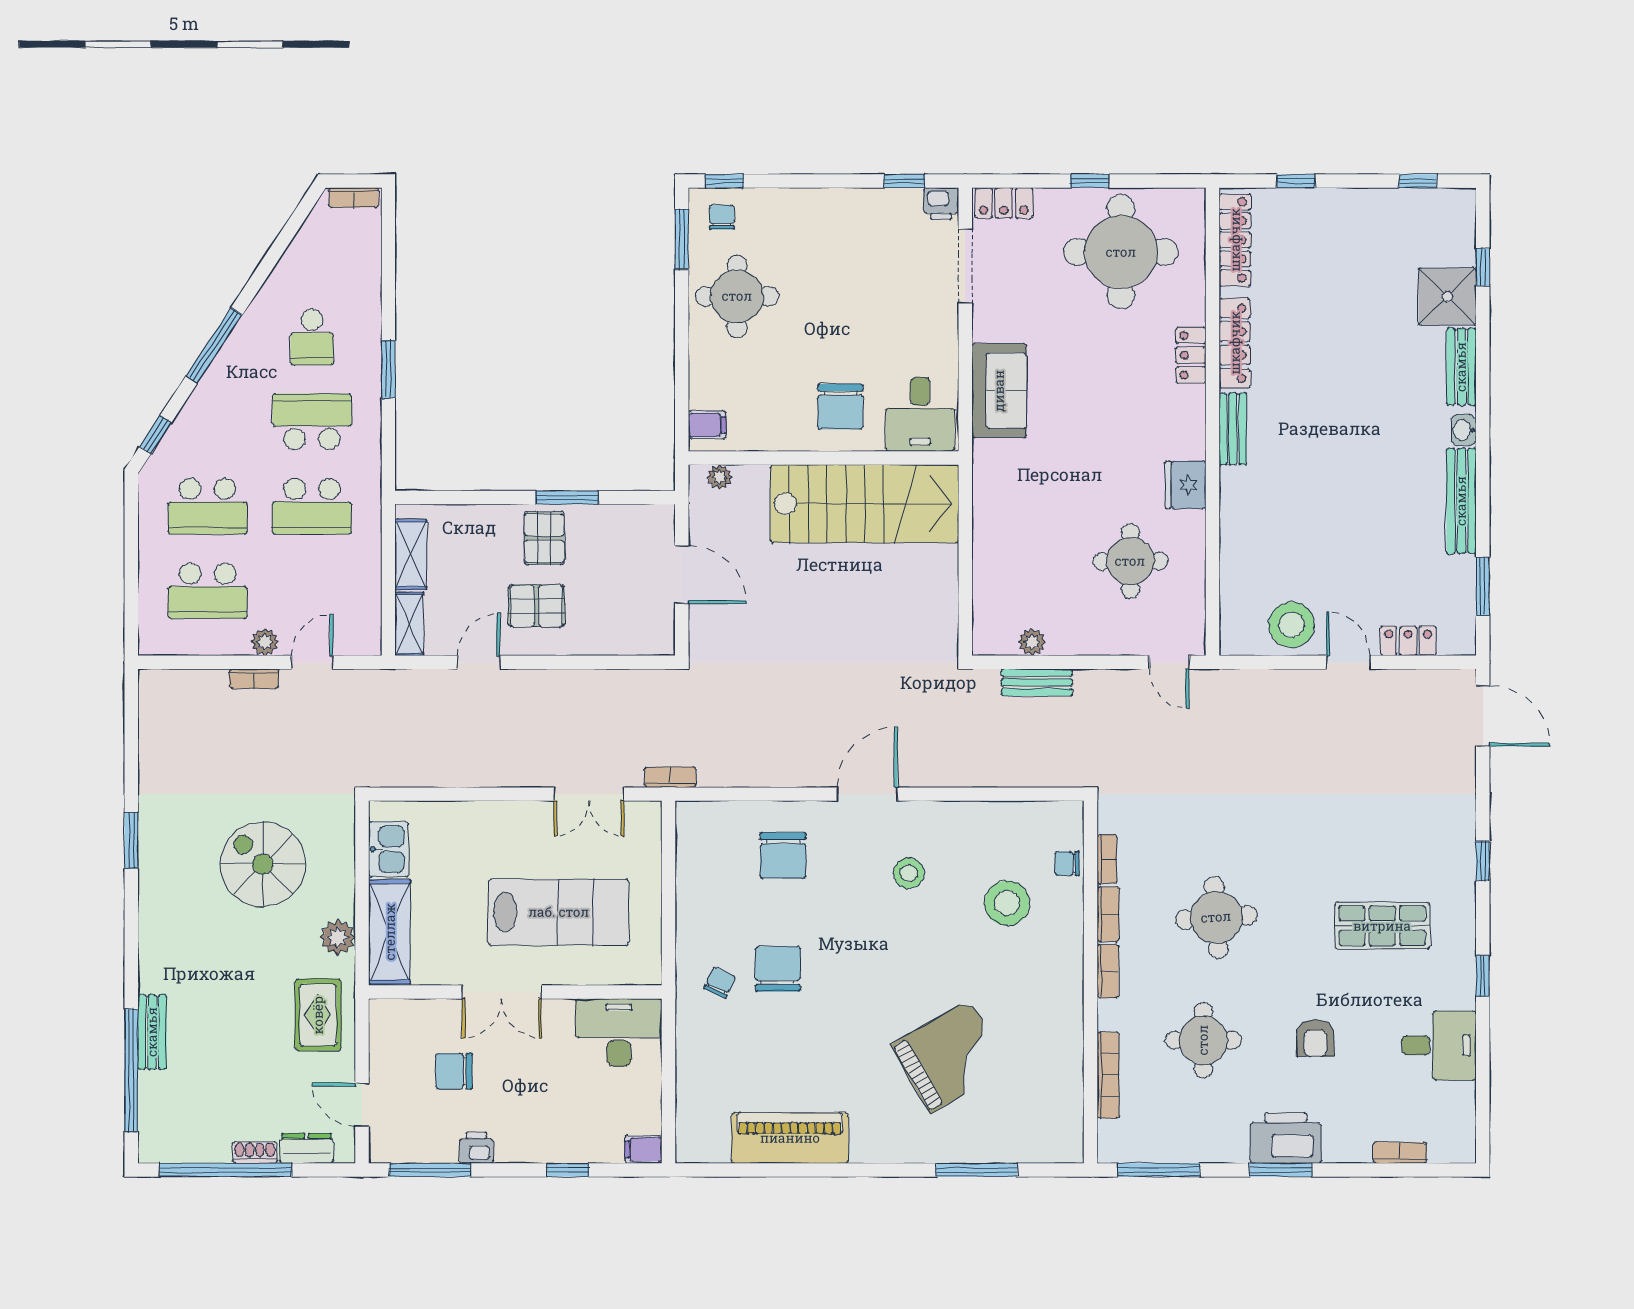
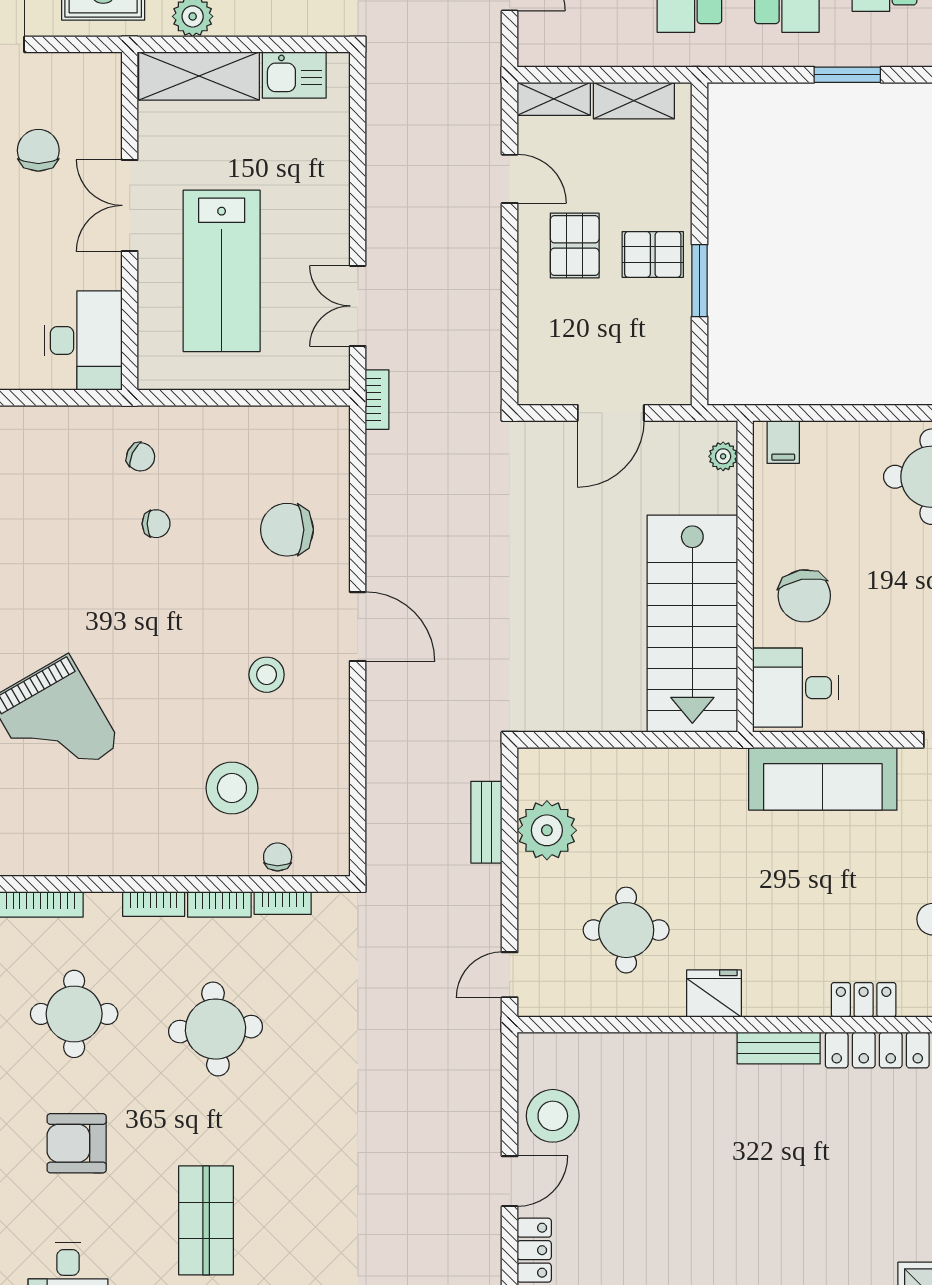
sofa: (999, 391) -> (823, 779), width x1.36
chair: (840, 407) -> (804, 596), turned -100
plant: (1032, 642) -> (547, 830), width x1.87, depth x1.87
chair: (778, 969) -> (156, 524), width x0.54, depth x0.54
armchair: (1315, 1038) -> (77, 1143), width x1.38, depth x1.38

